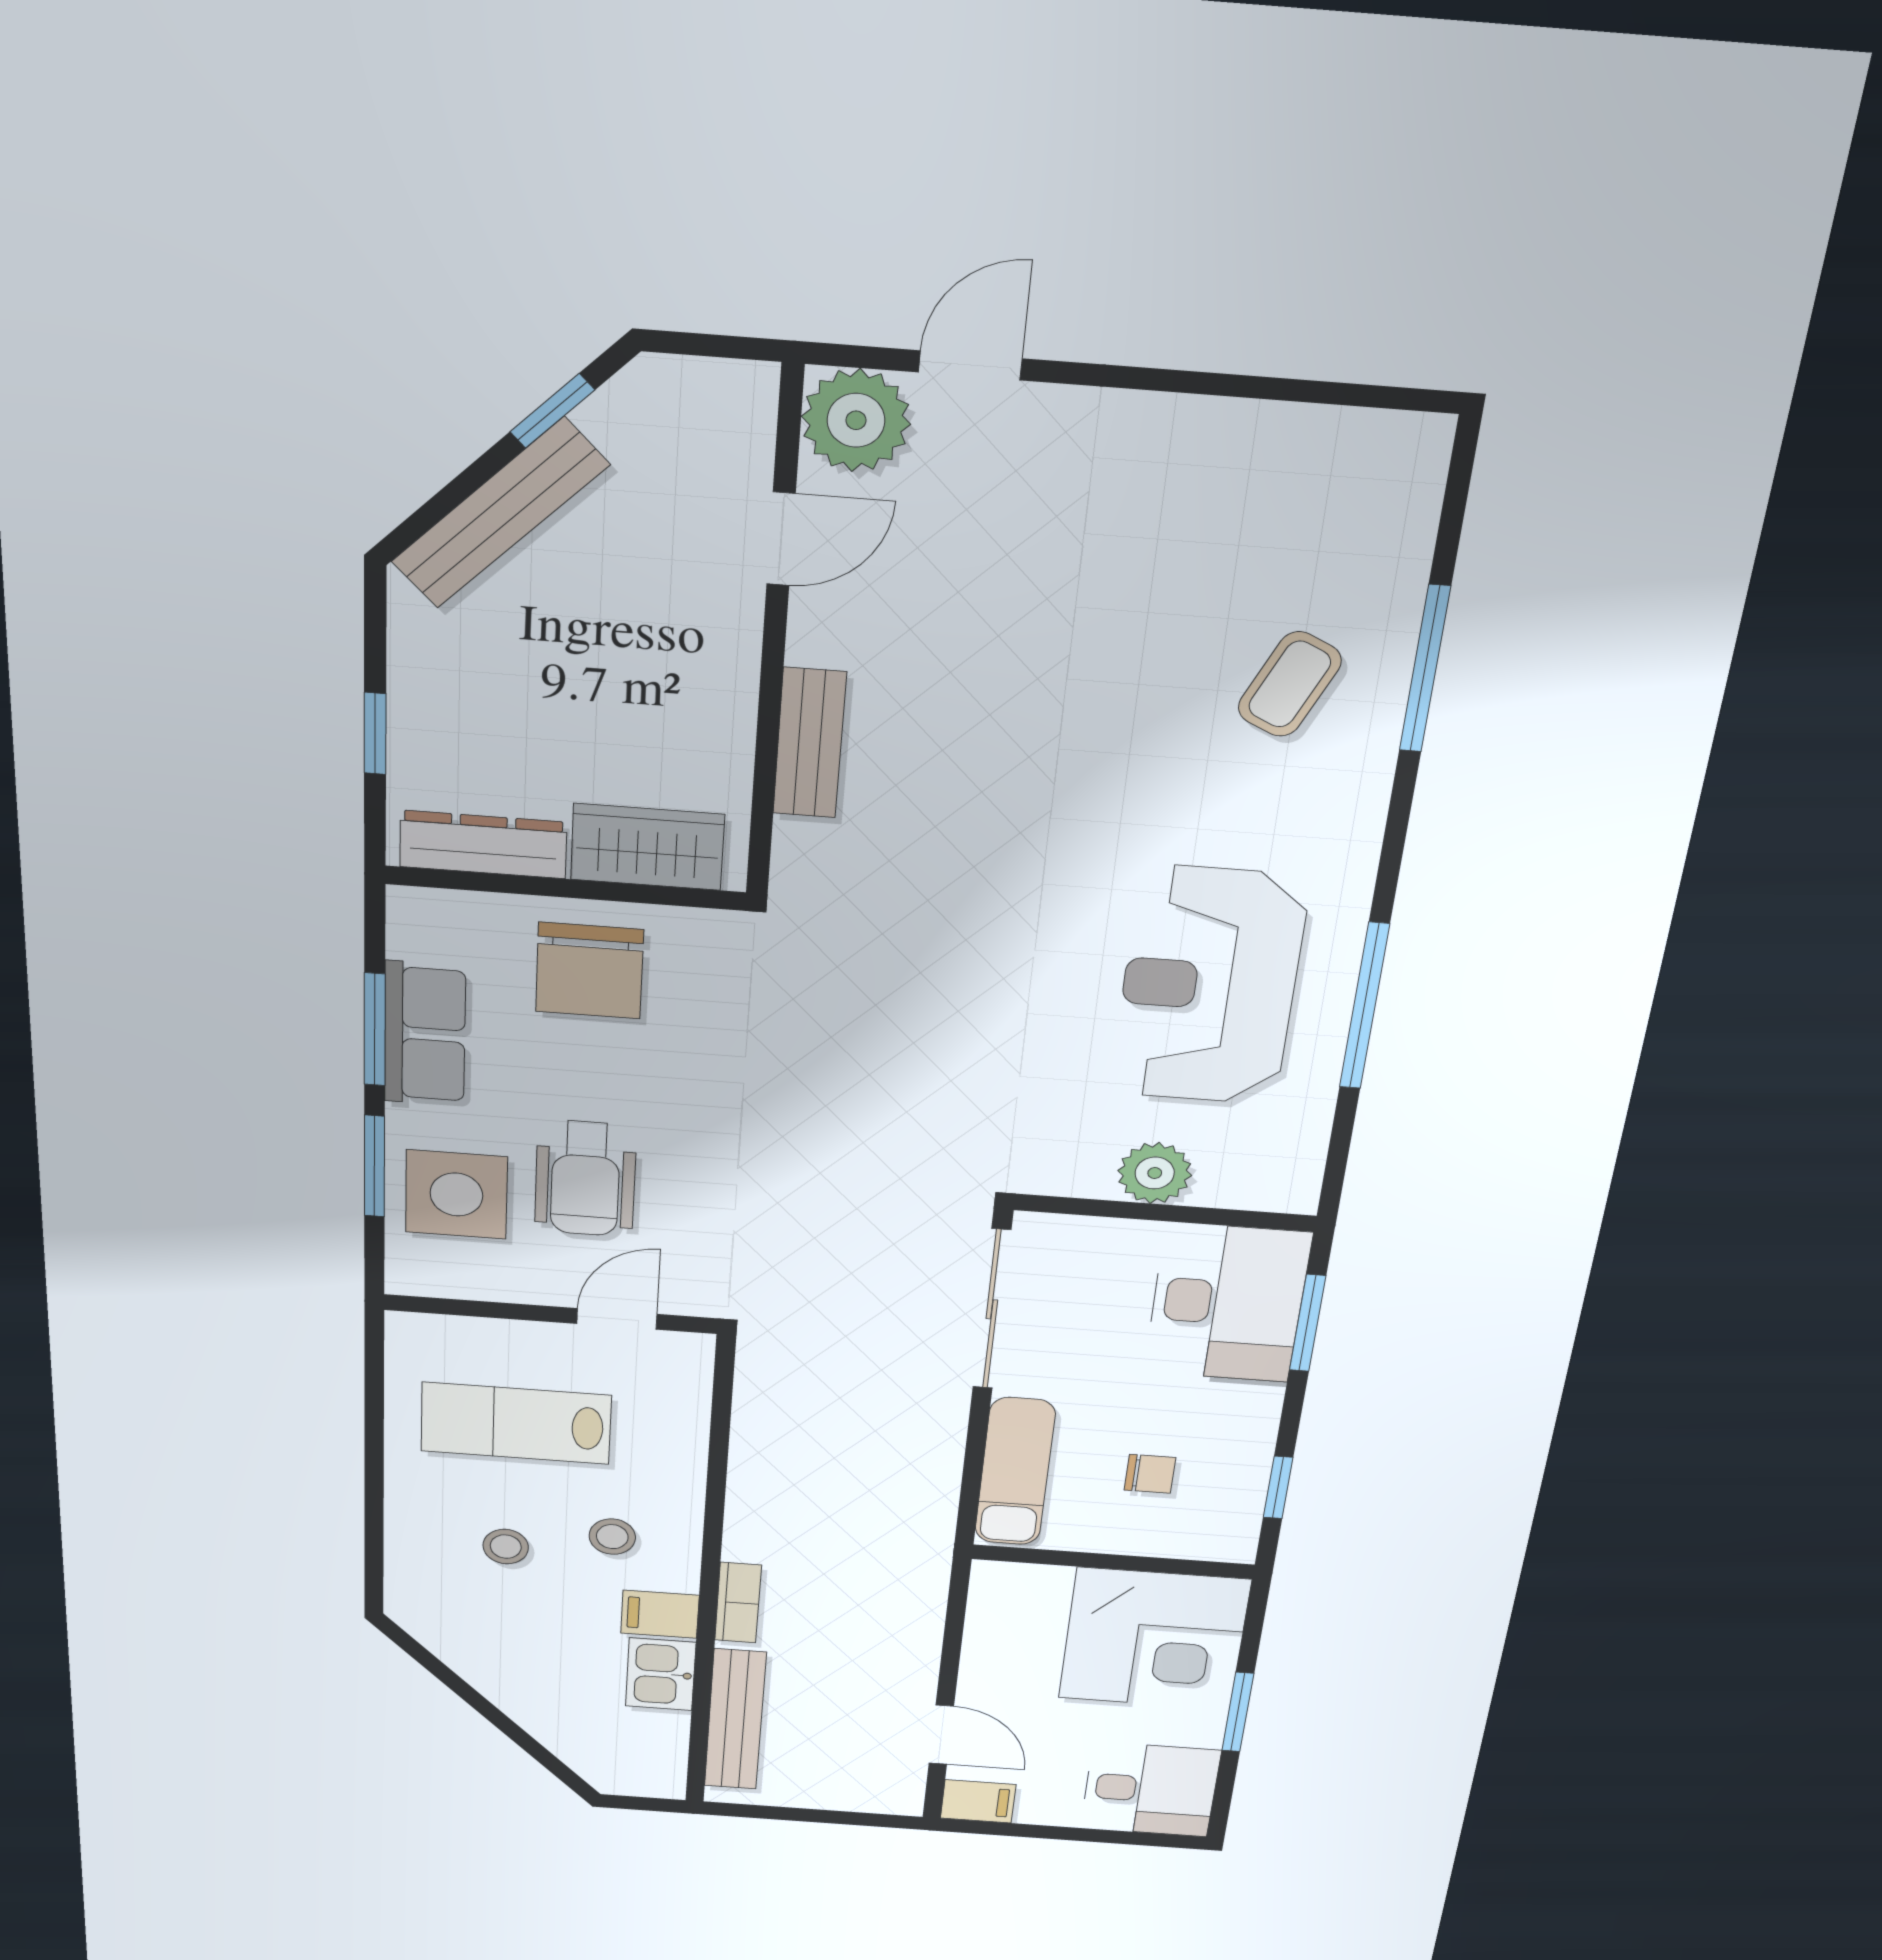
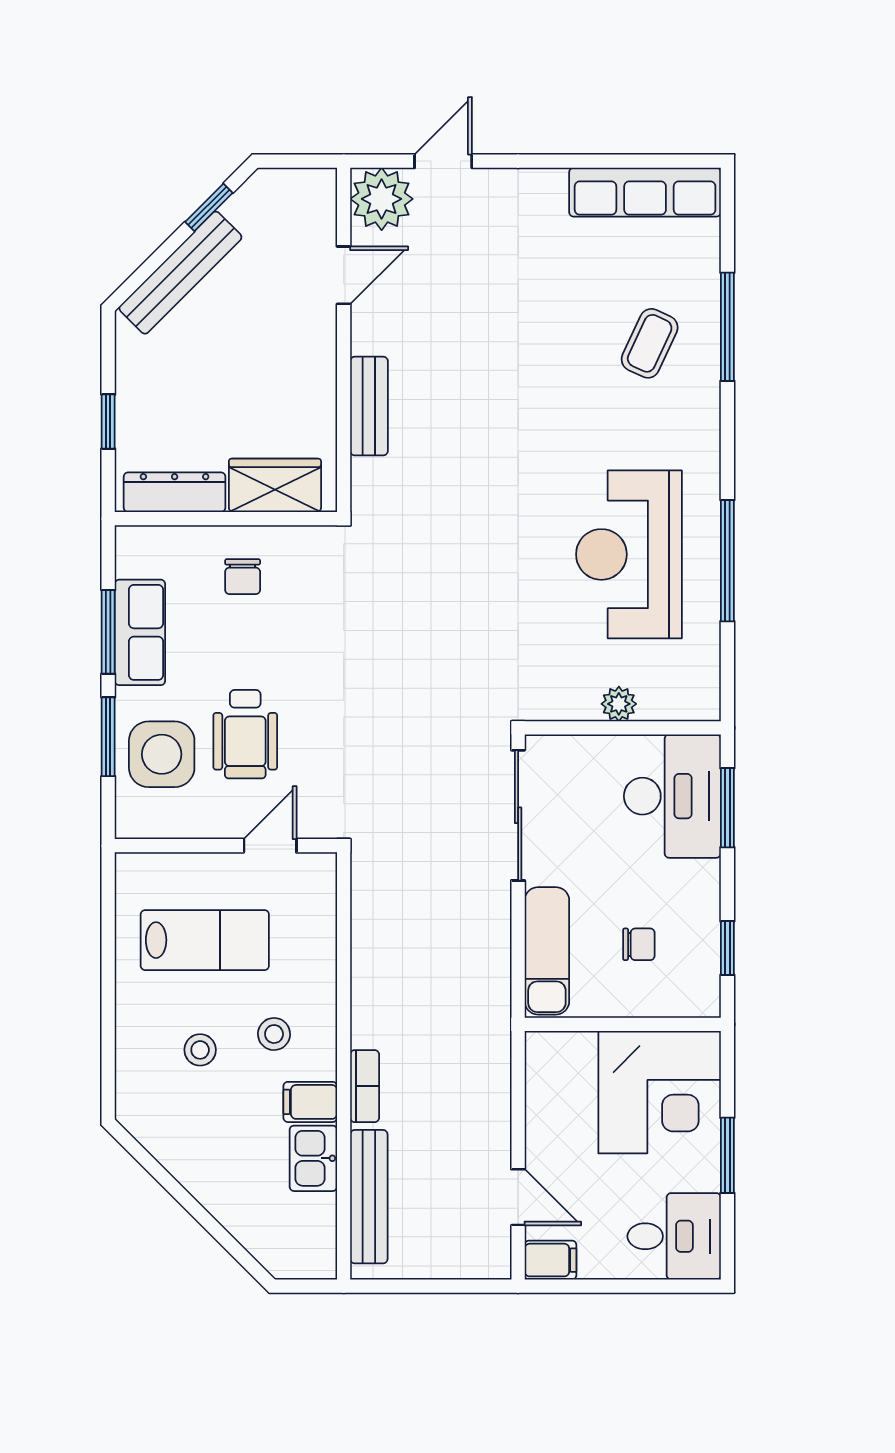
row of seats: (1319, 444) -> (645, 192), added
chair: (589, 971) -> (243, 577), width x0.54, depth x0.54
plant: (1155, 1173) -> (619, 704), width x0.73, depth x0.73
lab bench: (516, 1423) -> (205, 940), turned 180

